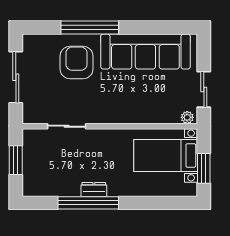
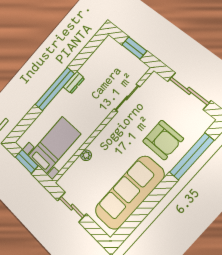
window: (90, 27) -> (192, 156), moved
plant: (187, 117) -> (86, 155), moved
window: (88, 203) -> (55, 89), moved

